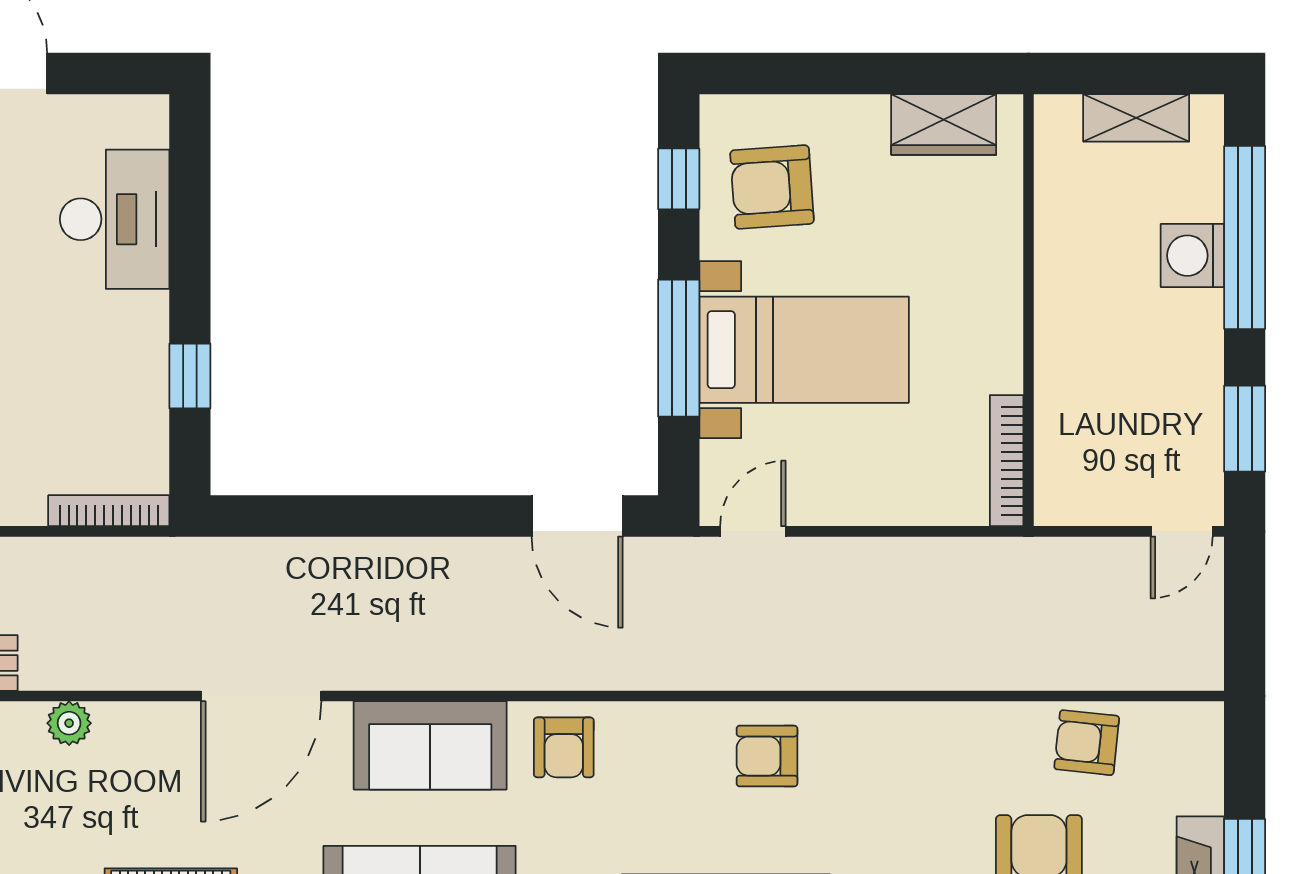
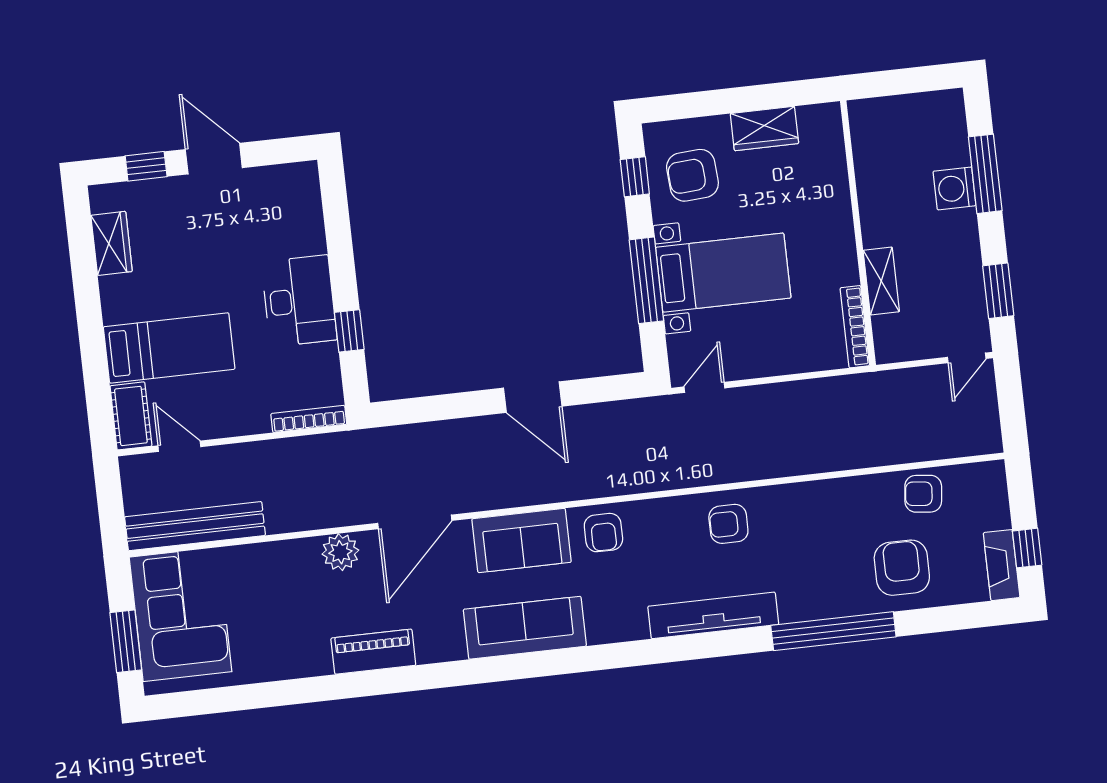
shelving: (1136, 118) -> (881, 281), moved, turned 90
wardrobe: (944, 125) -> (764, 129), moved
desk: (115, 219) -> (299, 301), moved
window: (1245, 238) -> (985, 174), width x0.68
door: (577, 516) -> (533, 397), moved
plant: (69, 723) -> (340, 552), moved, width x1.38, depth x1.38

